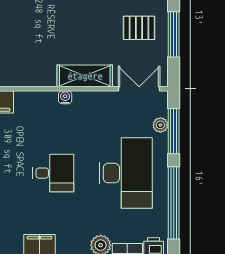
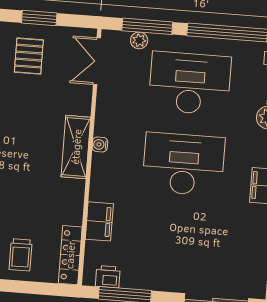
window: (174, 34) -> (39, 18), width x0.69
shelving: (85, 76) -> (76, 147), moved
desk: (53, 173) -> (184, 164), width x1.87, depth x1.30

